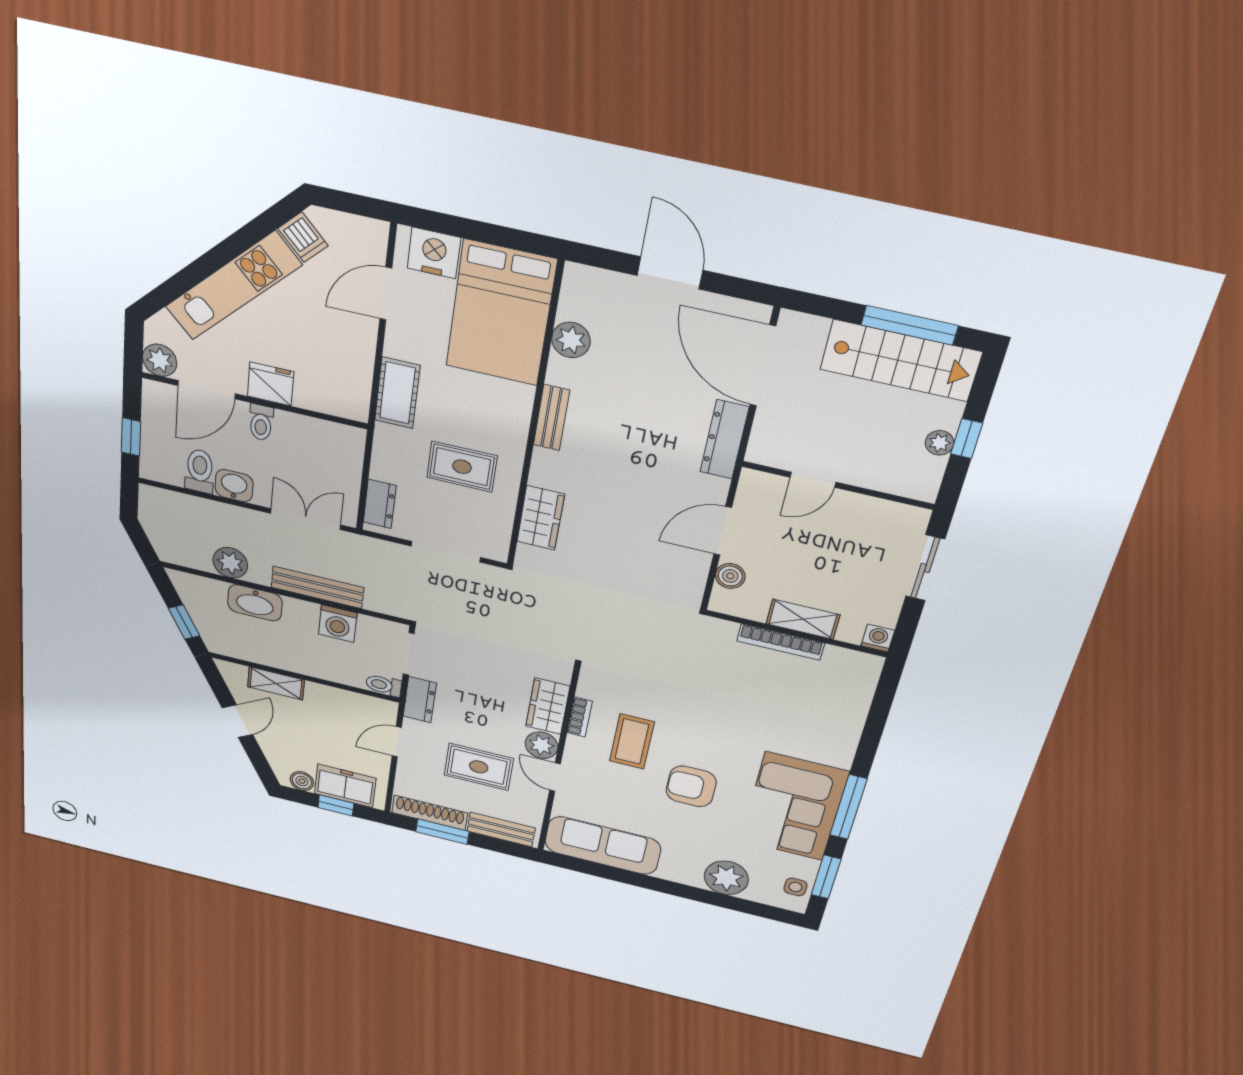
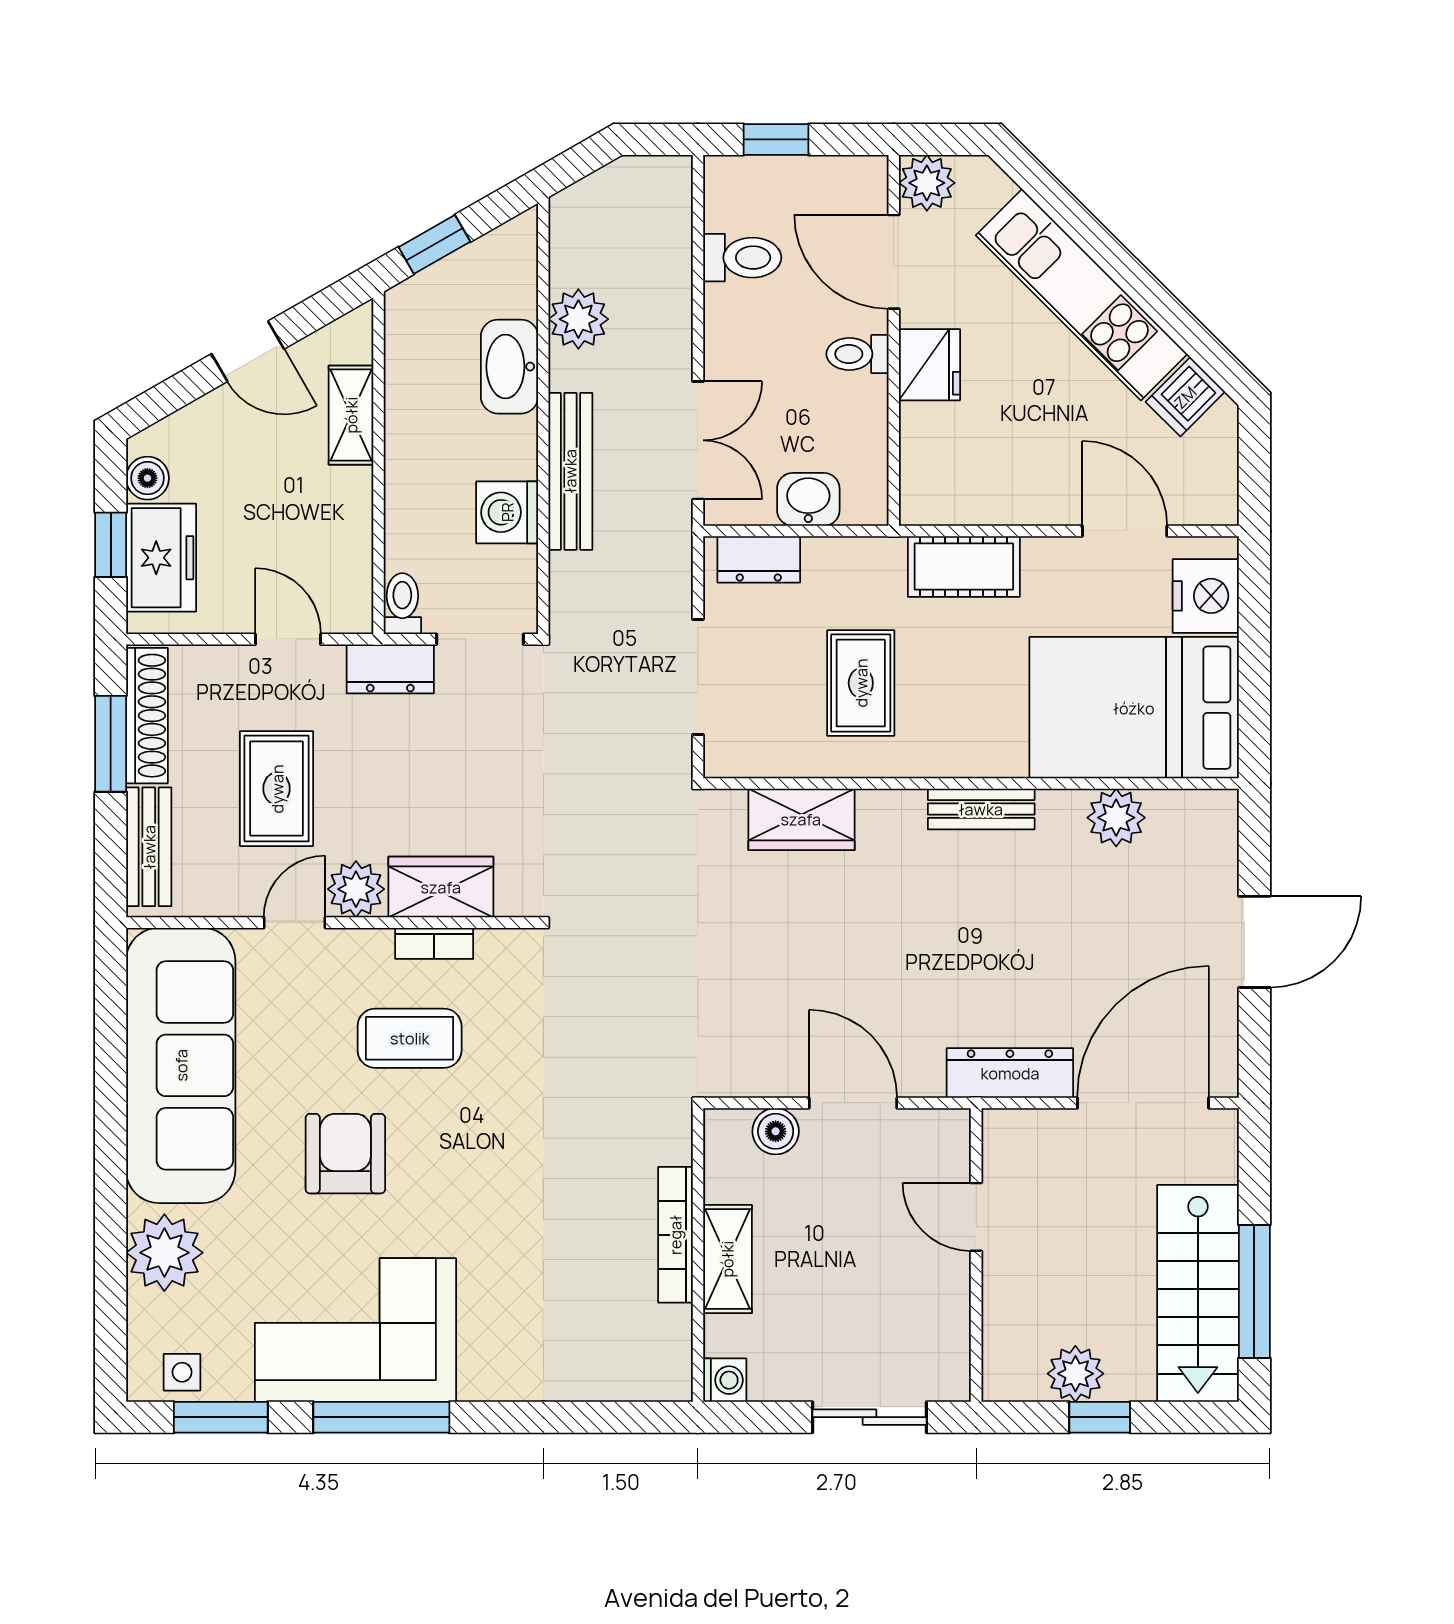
plant: (940, 443) -> (1075, 1374), width x1.38, depth x1.38
washbasin: (234, 486) -> (808, 499), moved, turned -90
sofa: (603, 845) -> (181, 1065), width x1.36, depth x1.27

